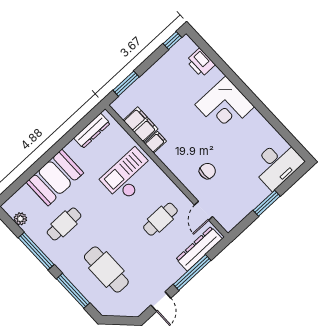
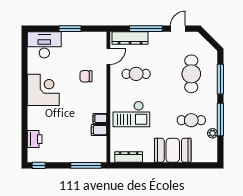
window: (126, 84) -> (86, 165), width x1.44
corner desk: (225, 106) -> (43, 90), moved
filing cabinet: (140, 125) -> (99, 130), width x0.50
plant: (20, 219) -> (213, 133), moved

